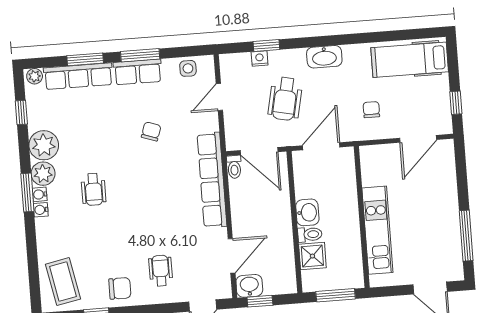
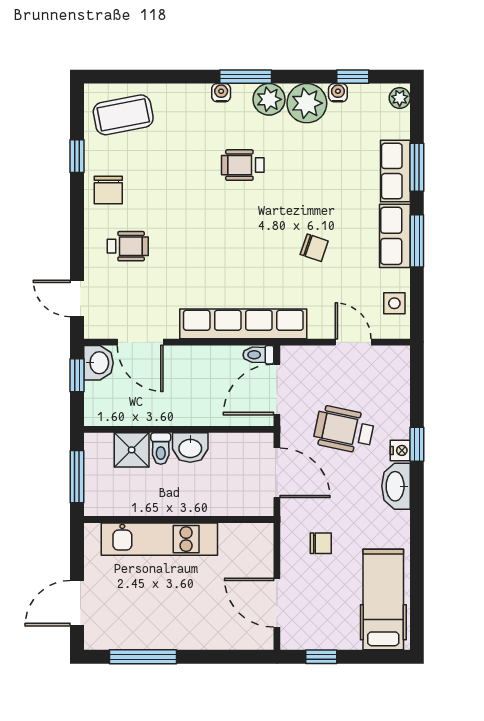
window: (266, 45) -> (417, 444), moved
nightstand: (260, 58) -> (400, 450), moved
row of seats: (78, 76) -> (395, 171), width x0.68
water cooler: (40, 194) -> (338, 93), moved

